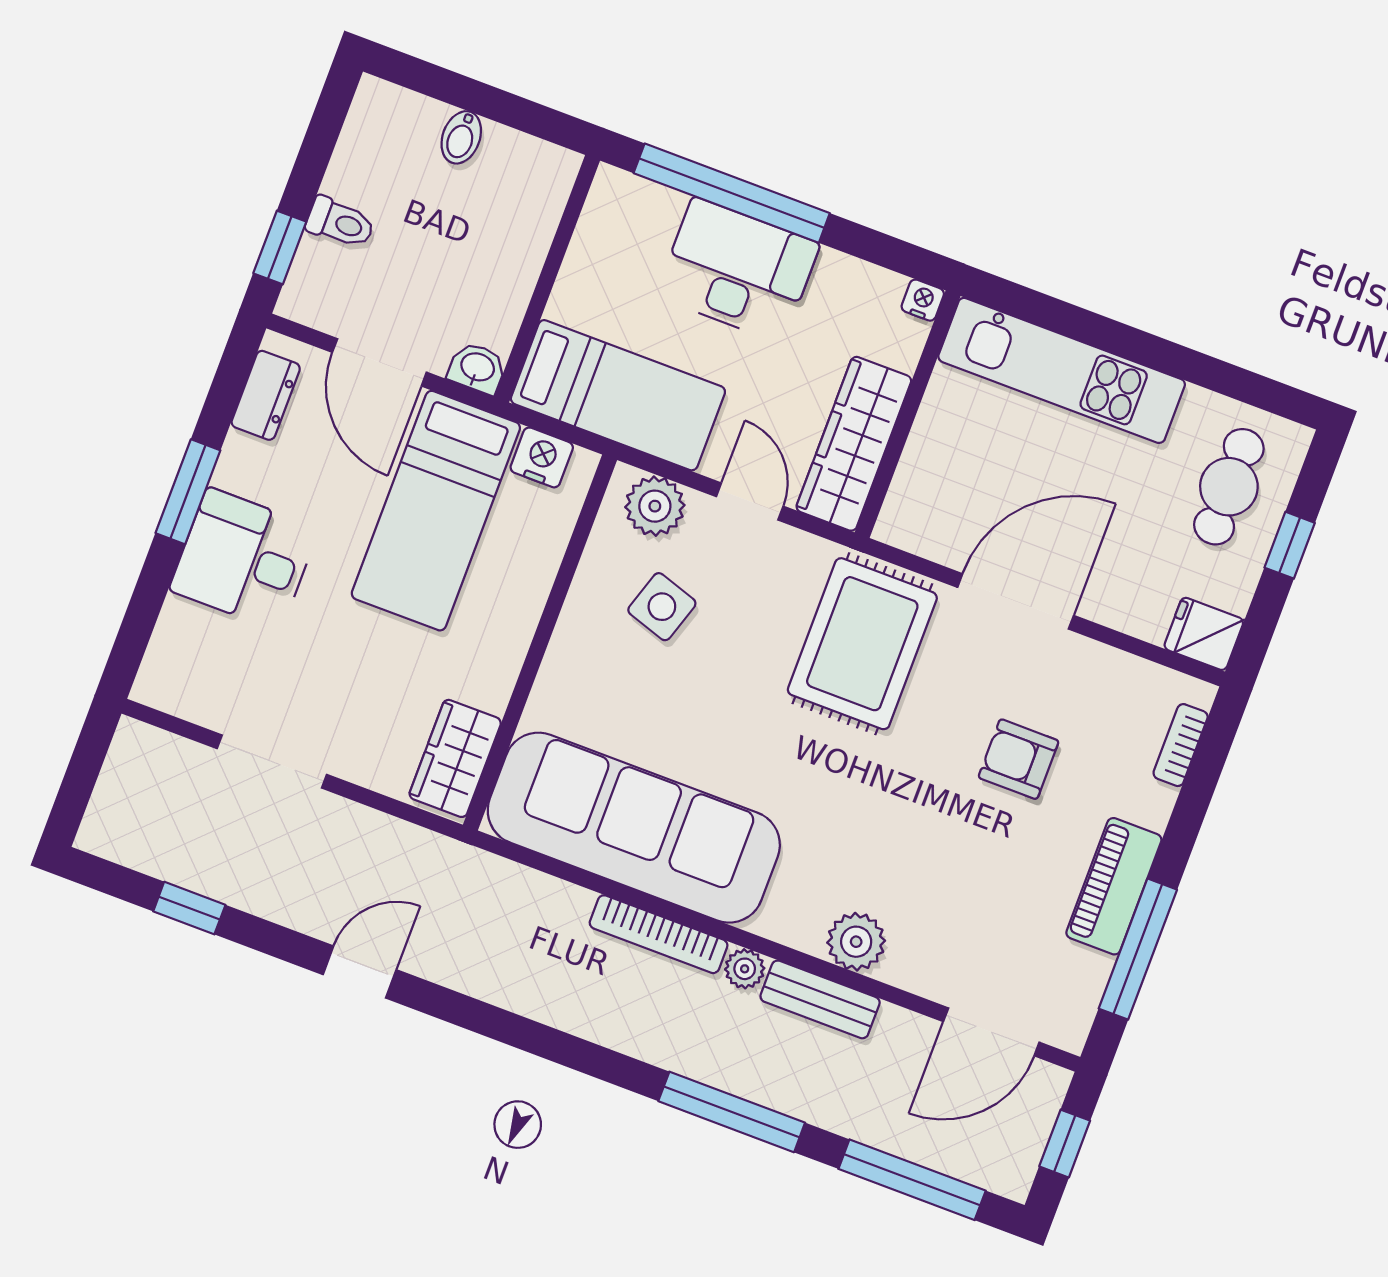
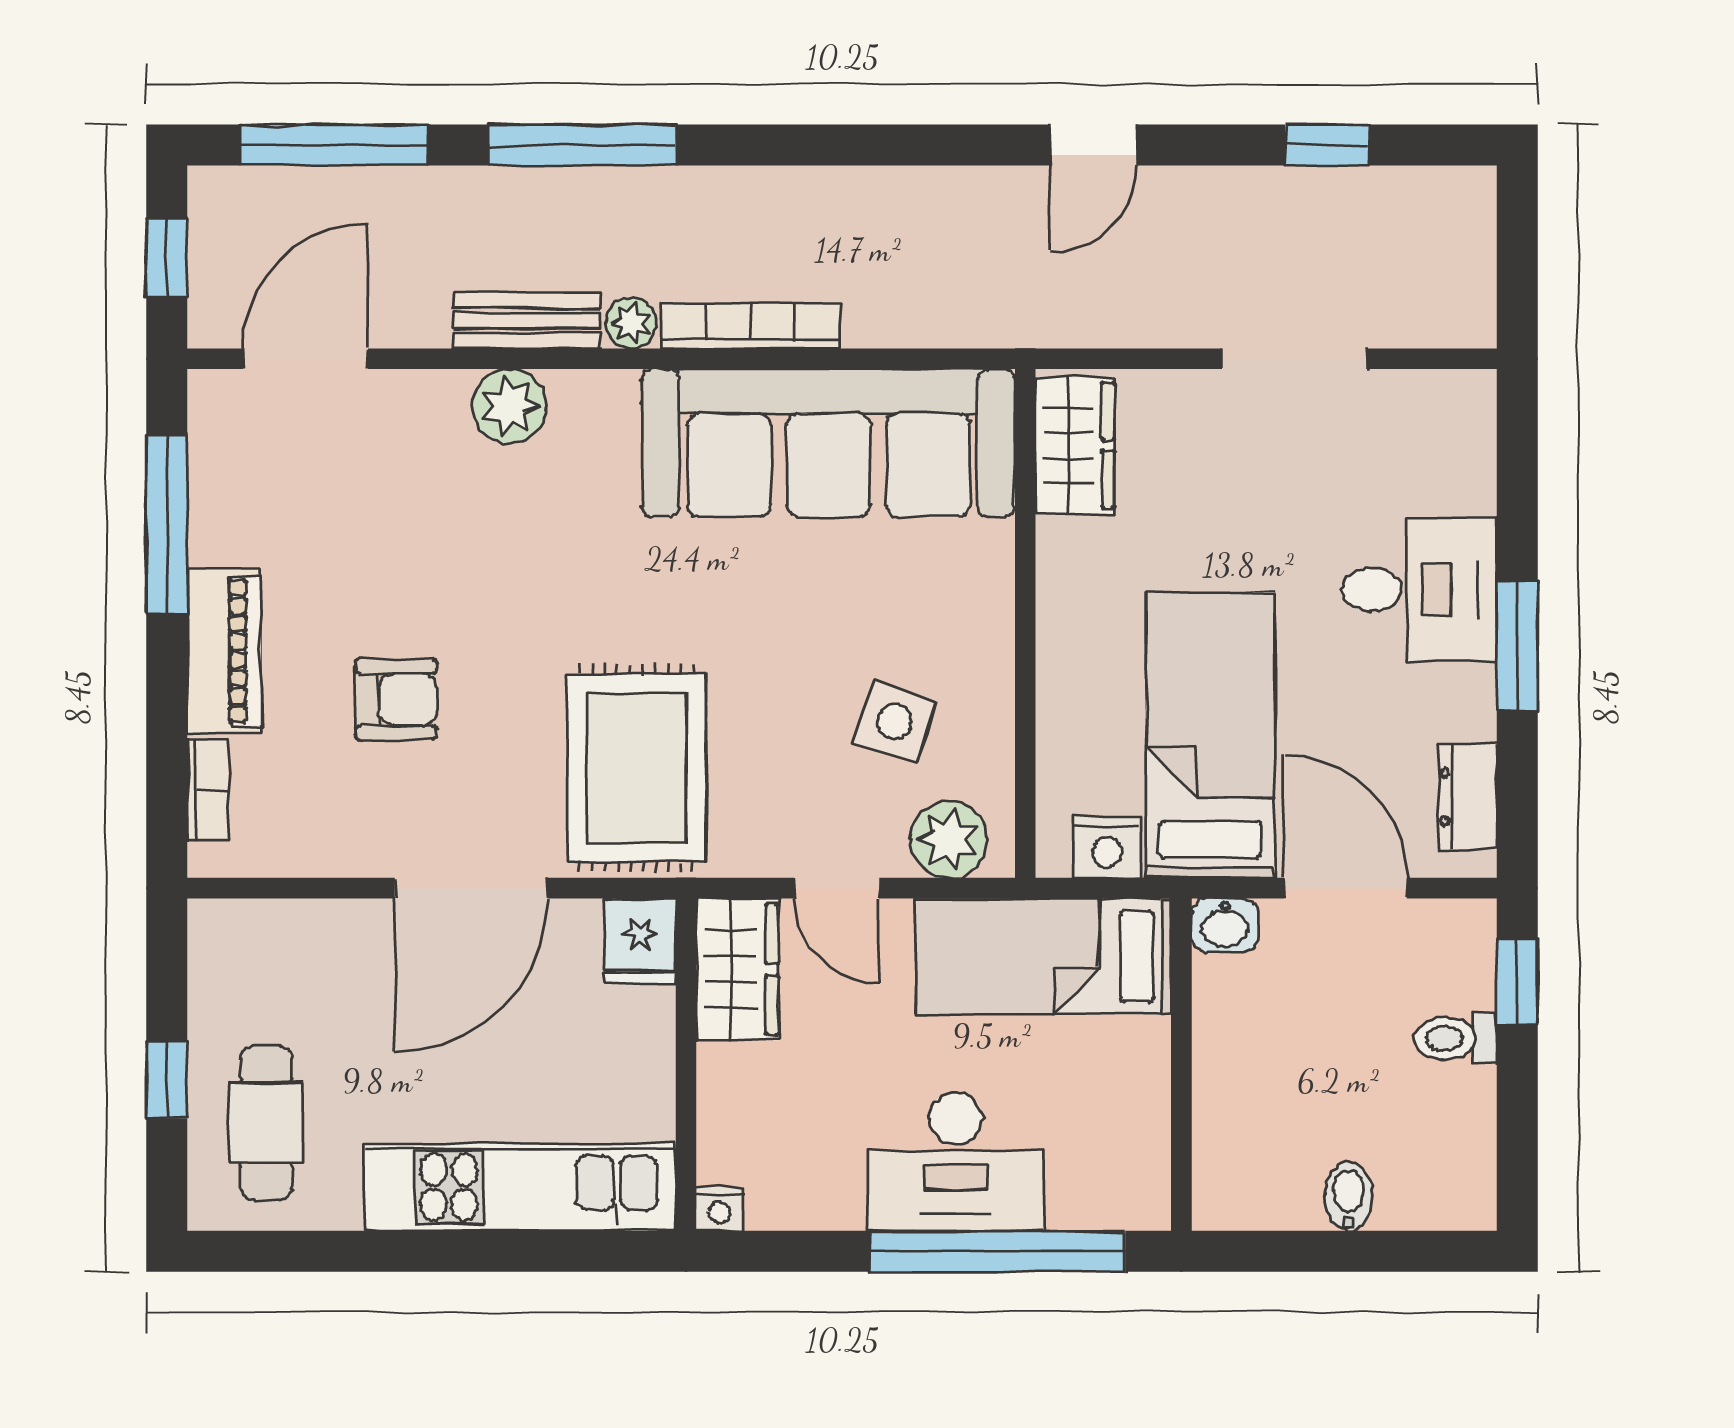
wardrobe: (854, 444) -> (737, 969), width x0.67
fridge: (1204, 634) -> (640, 941), moved, turned 90
piano: (1114, 886) -> (224, 651), moved

